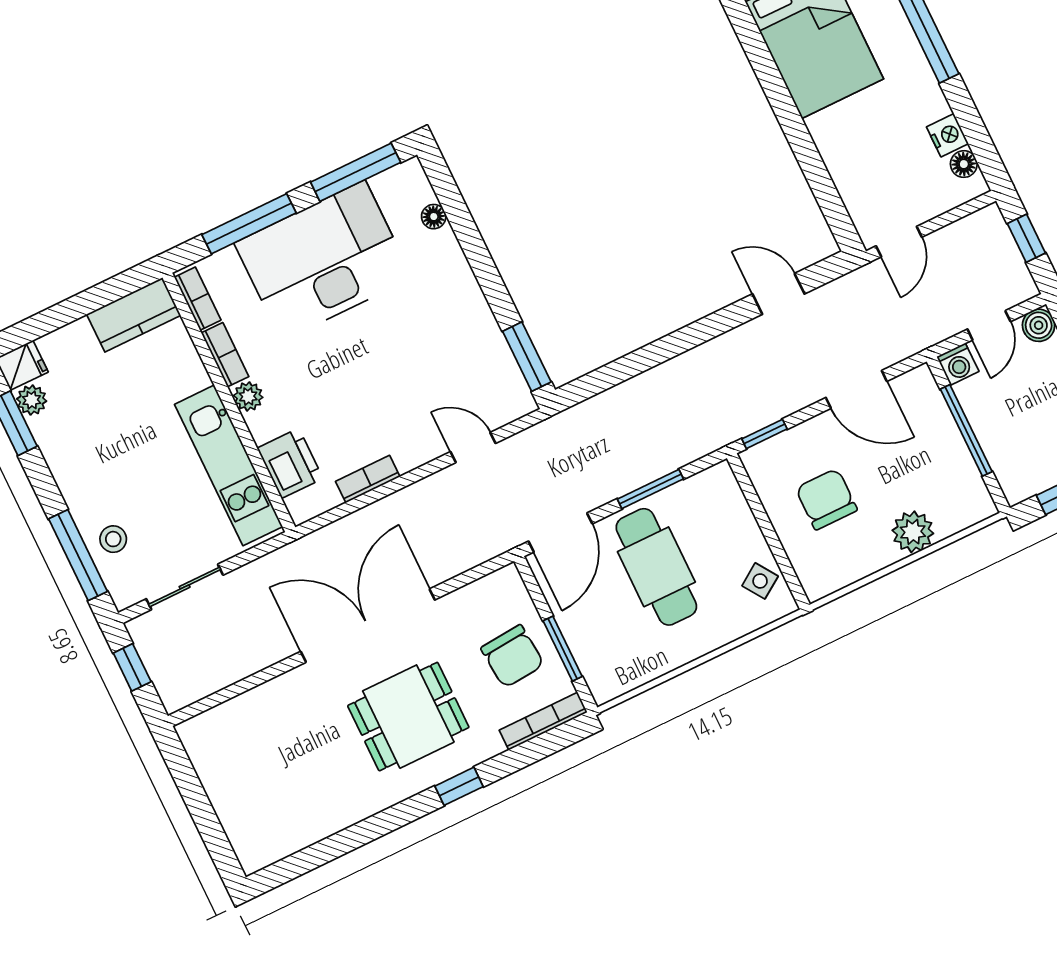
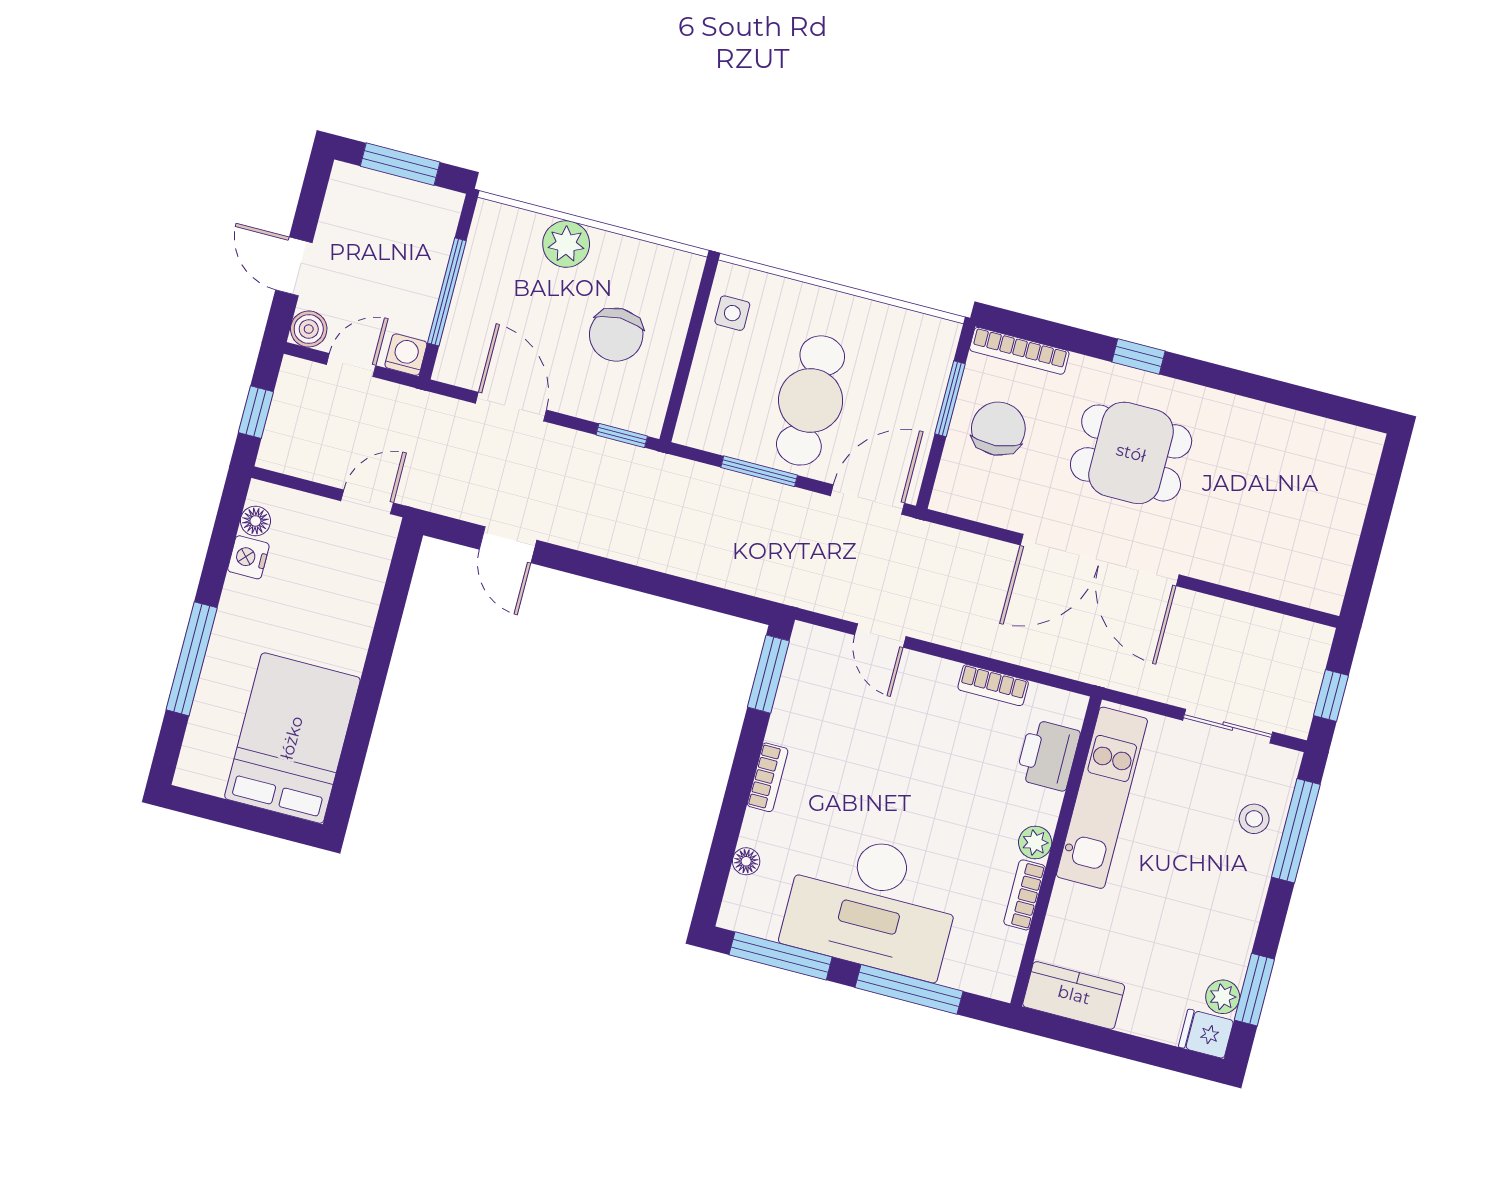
bookcase: (198, 299) -> (768, 777), moved, turned 180
side table: (760, 581) -> (732, 313), turned 34

